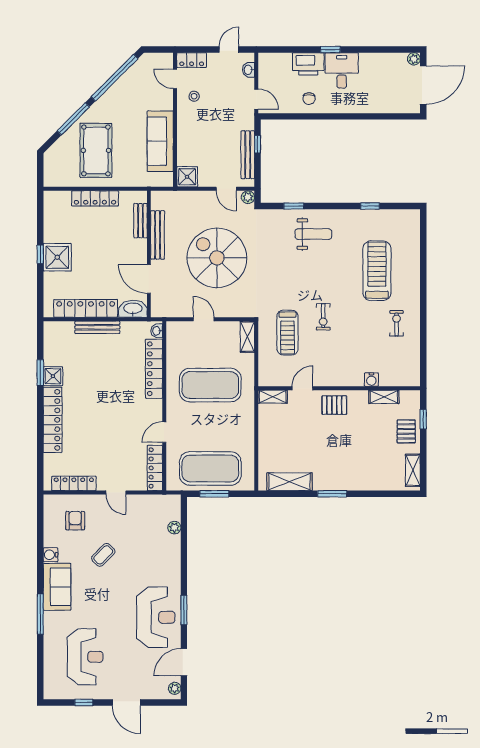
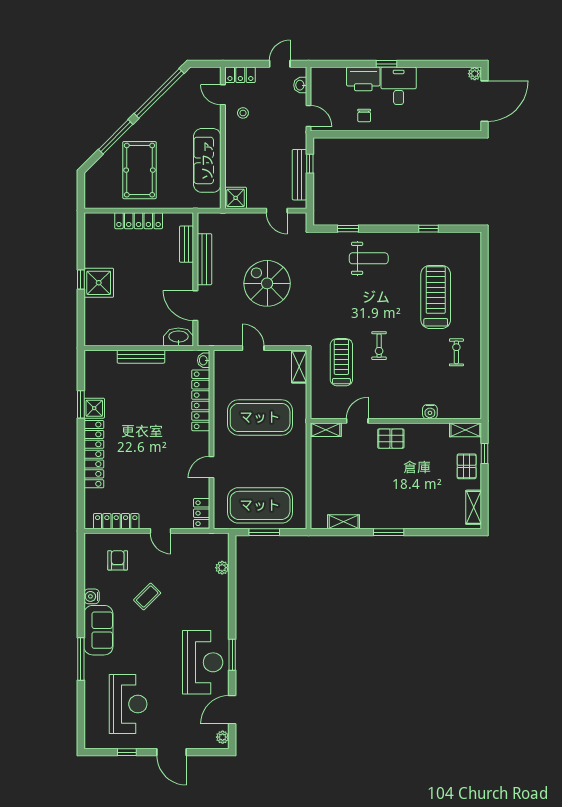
plant: (248, 197) -> (300, 219), removed
spiral stairs: (217, 258) -> (267, 283), width x0.73, depth x0.73
locker: (86, 308) -> (129, 337), removed
treadmill: (287, 333) -> (341, 362), turned 180
shelving: (384, 397) -> (465, 430), moved
locker: (155, 468) -> (202, 513), width x0.66
shelving: (290, 482) -> (344, 522), width x0.67, depth x0.75

